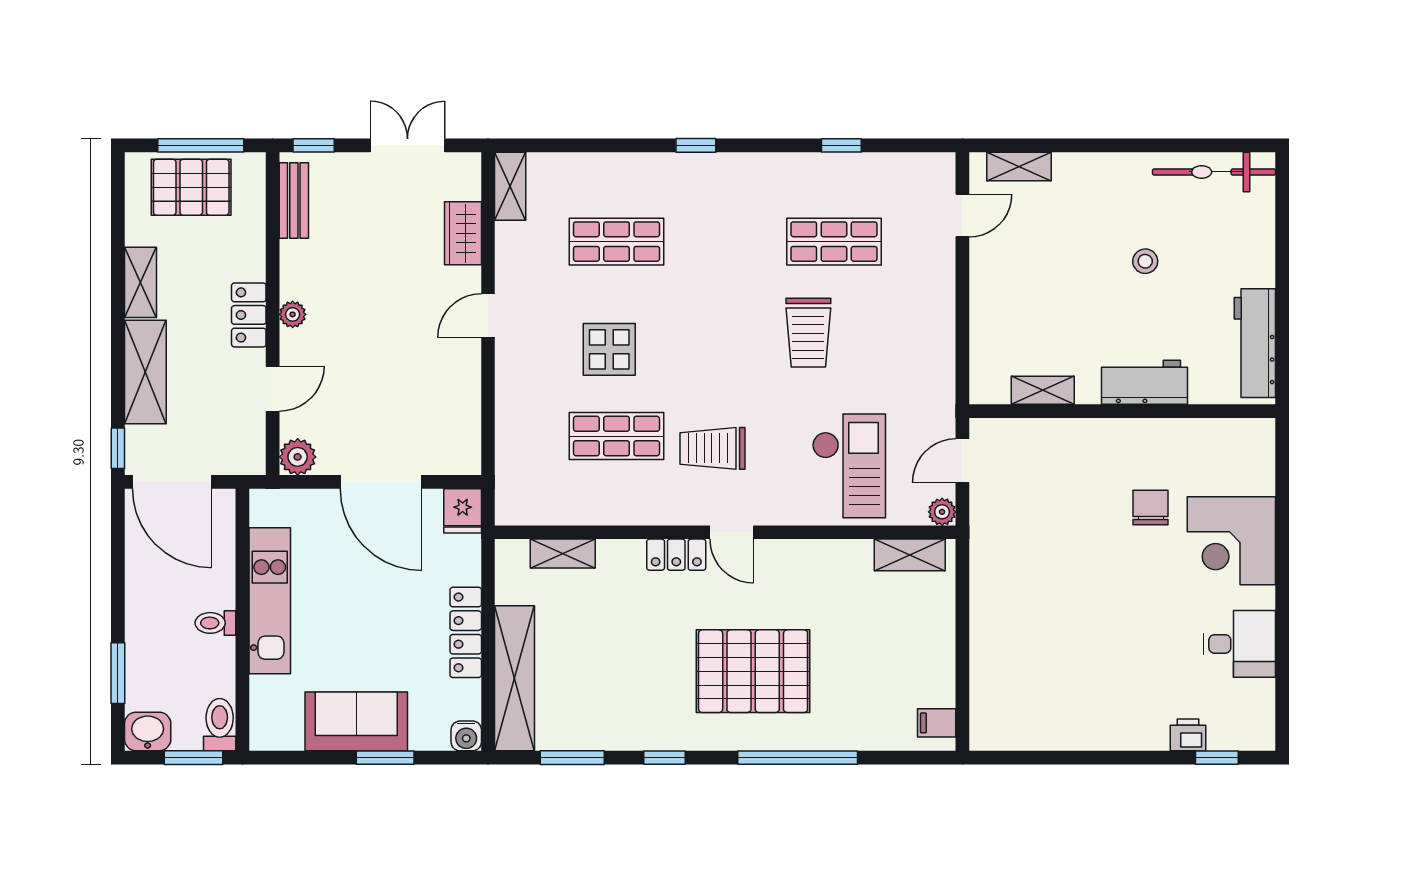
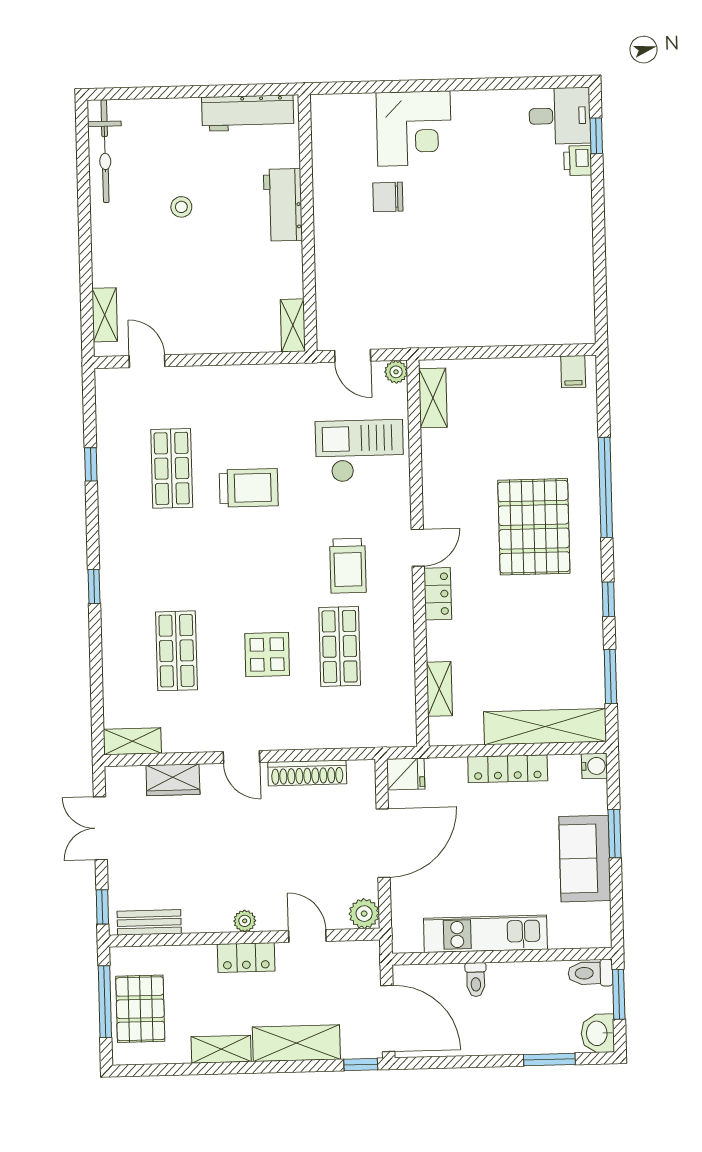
shelving: (1043, 390) -> (293, 325), moved
shoe rack: (467, 393) -> (307, 773), added
door: (172, 482) -> (388, 1018), hinge flipped
toilet: (215, 623) -> (476, 980), moved
desk: (1239, 644) -> (560, 116), moved, turned 90

